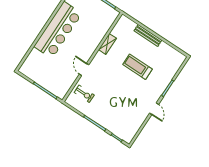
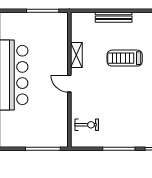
door: (84, 69) -> (69, 84), moved

